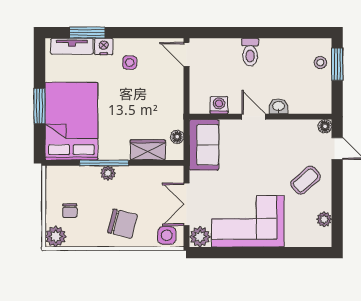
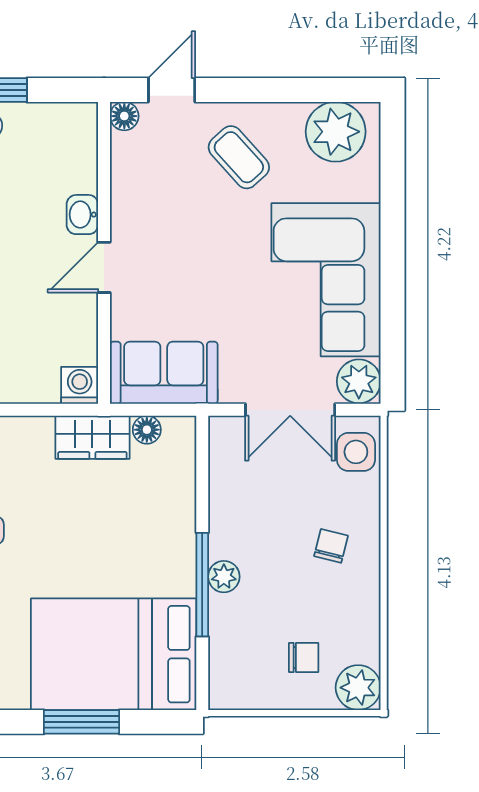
washing machine: (219, 105) -> (80, 385), moved, turned 90
wardrobe: (148, 150) -> (92, 437), moved, turned -90
plant: (324, 219) -> (336, 132), width x1.88, depth x1.88
chair: (122, 224) -> (331, 546), width x0.54, depth x0.54

